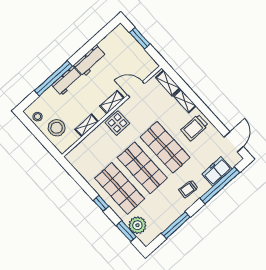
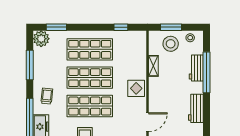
workbench: (67, 81) -> (196, 68), moved
shelving: (112, 102) -> (154, 98), removed
window: (43, 139) -> (171, 27), added
window: (101, 203) -> (121, 27), moved
plant: (137, 225) -> (41, 39), moved

